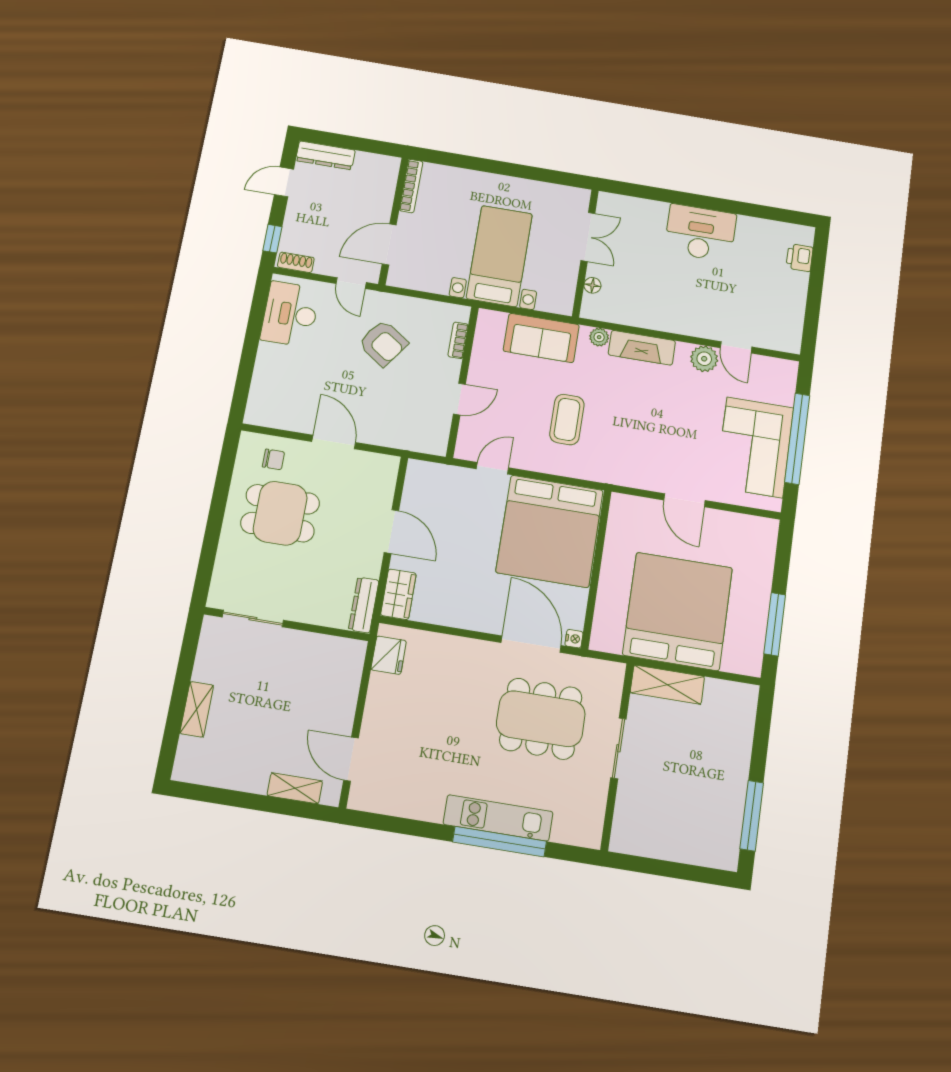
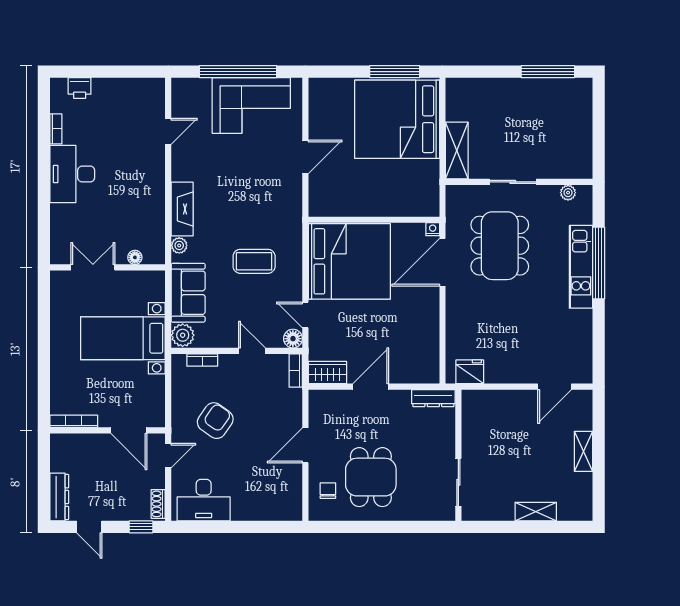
bookcase: (755, 224) -> (56, 129), added
plant: (704, 359) -> (183, 335), moved
bookcase: (427, 446) -> (296, 371), added
floor lamp: (466, 449) -> (293, 339), added
wardrobe: (398, 594) -> (328, 373), moved
bed: (678, 611) -> (397, 119), moved
shelving: (295, 788) -> (584, 451), moved
plant: (595, 817) -> (568, 193), added

